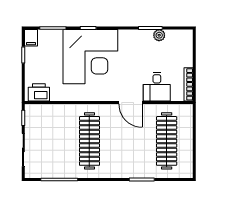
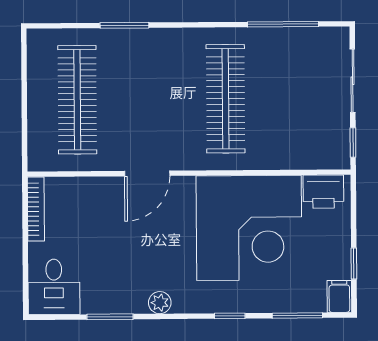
plant: (159, 35) -> (160, 303), moved
corner desk: (90, 57) -> (249, 228), moved, turned 180
desk: (157, 87) -> (54, 287), moved, turned 180
door: (130, 102) -> (147, 173), swing flipped

